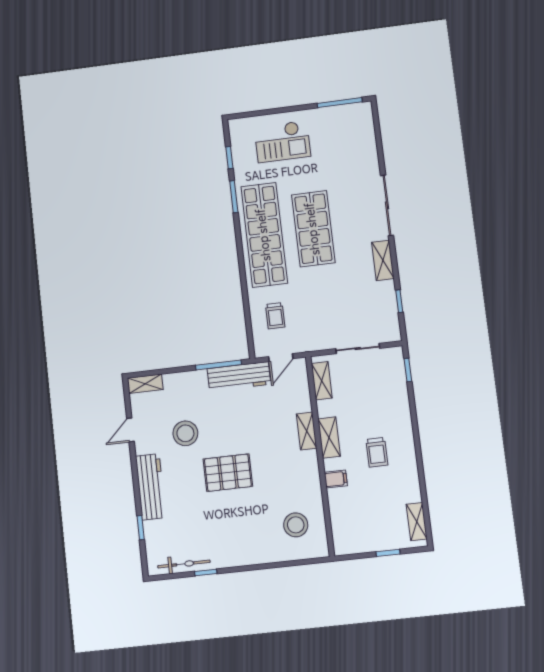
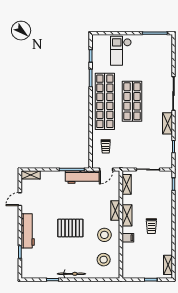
checkout: (282, 142) -> (121, 51), turned 90
stool: (185, 433) -> (104, 235), moved
bicycle: (184, 564) -> (71, 274), moved

